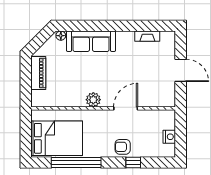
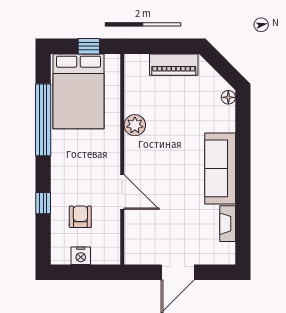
sofa: (91, 41) -> (220, 168), moved
plant: (93, 100) -> (135, 125), moved
window: (26, 131) -> (89, 46), added
armchair: (123, 147) -> (80, 217), moved

